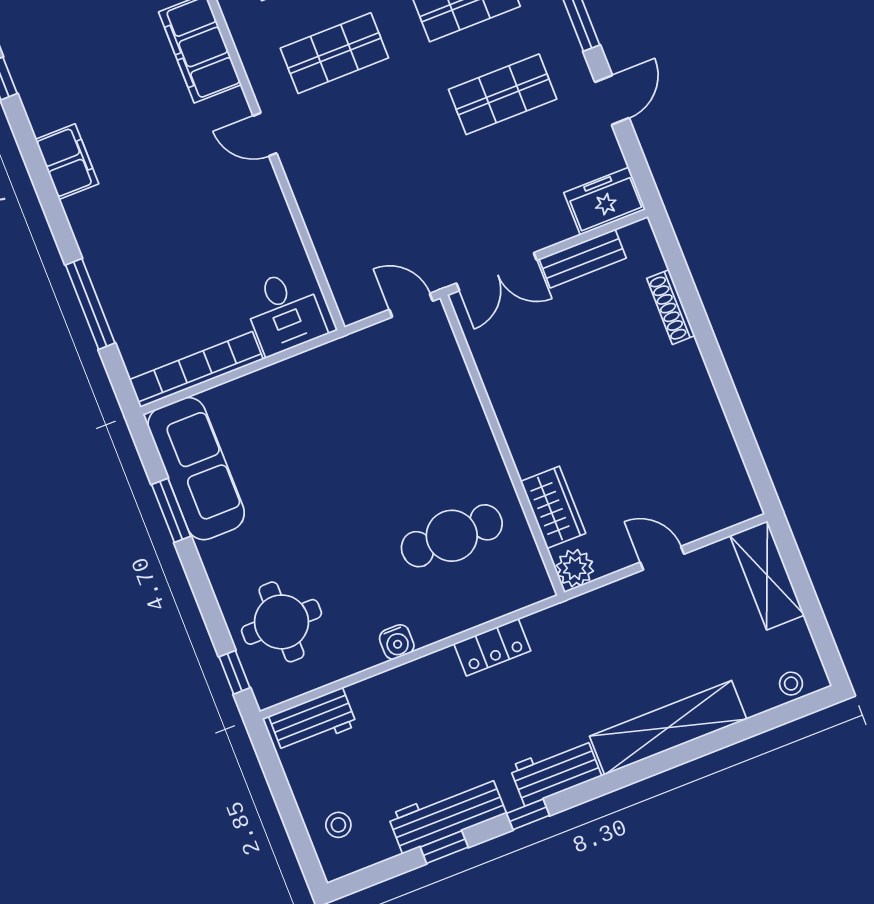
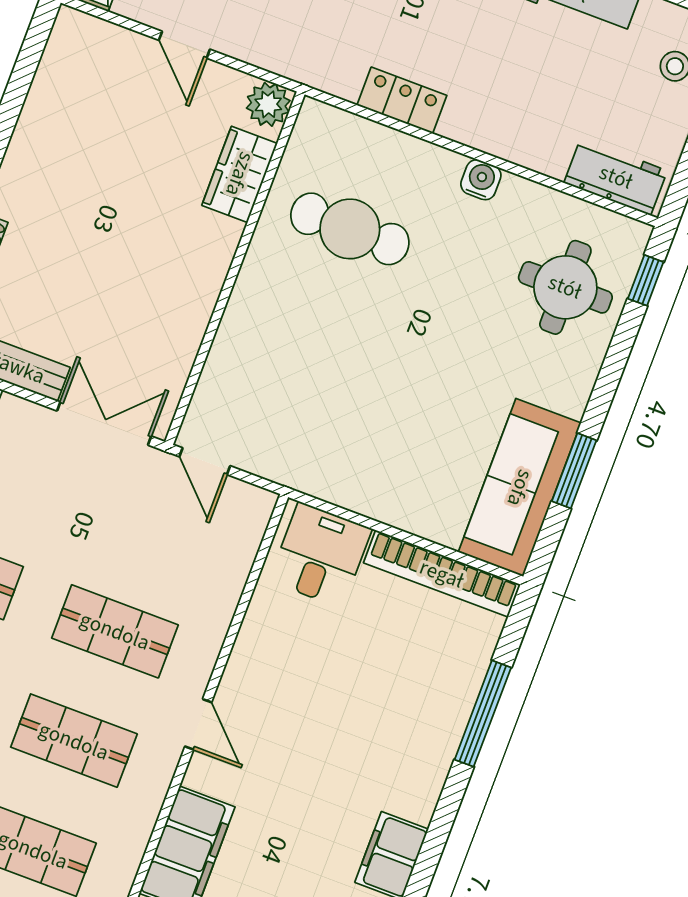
shop shelf: (371, 146) -> (115, 631), added

